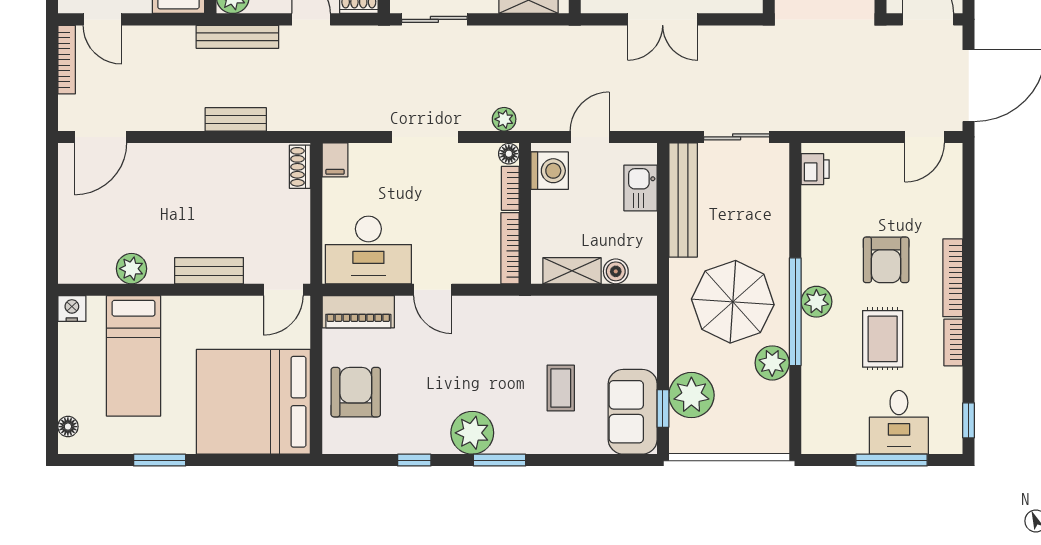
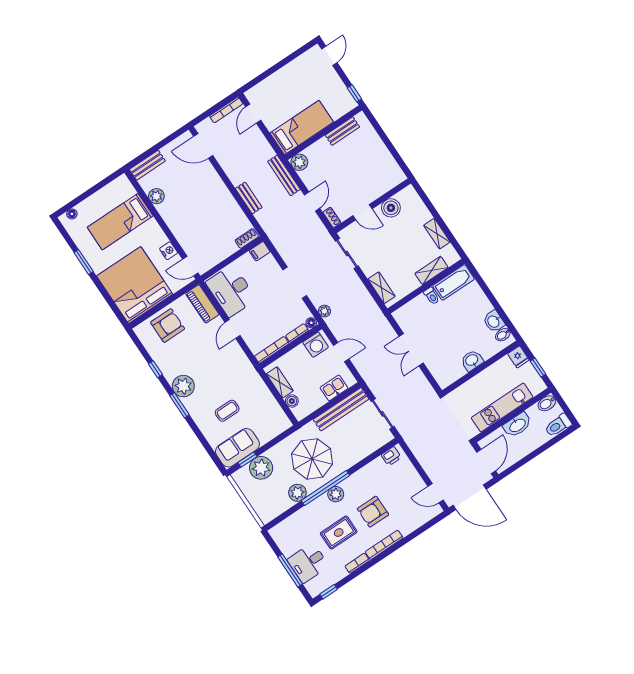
bench: (209, 271) -> (147, 165), moved, turned 90
nightstand: (72, 309) -> (169, 251), moved

